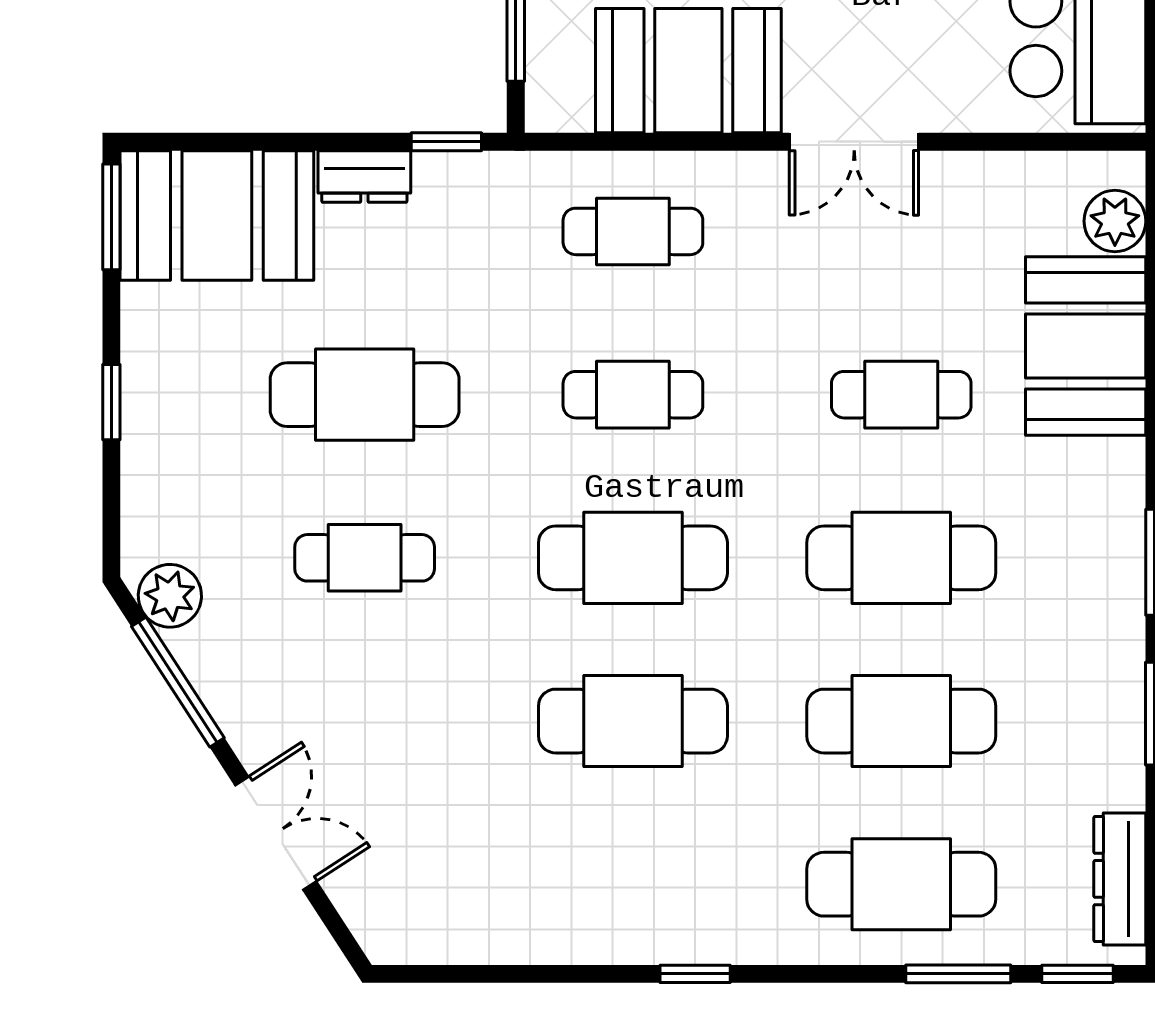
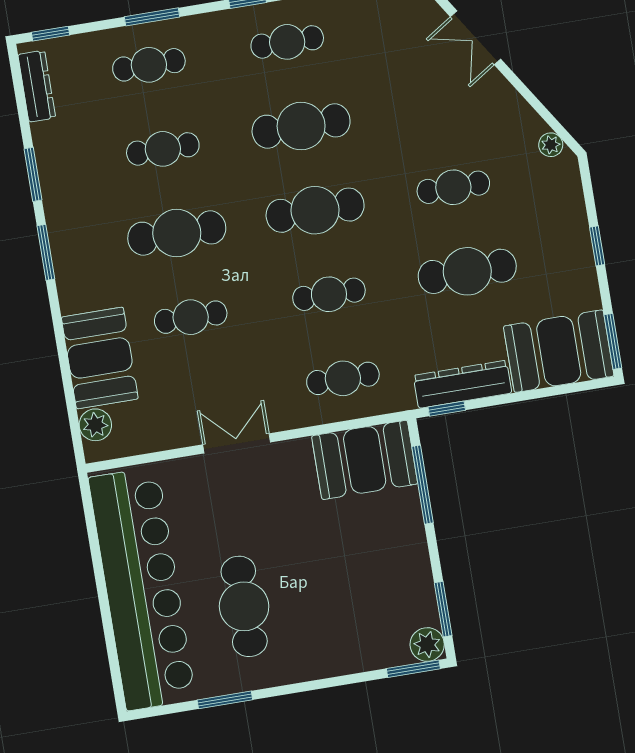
booth: (688, 71) -> (365, 460), moved
dresser: (364, 176) -> (463, 384), width x1.96, depth x1.24
plant: (170, 596) -> (551, 145), width x0.73, depth x0.73
window: (178, 682) -> (539, 107), removed
cafe table: (901, 721) -> (163, 149), width x0.73, depth x0.74
cafe table: (633, 884) -> (287, 42), added
cafe table: (901, 884) -> (149, 65), width x0.73, depth x0.74
window: (958, 974) -> (152, 17), moved

